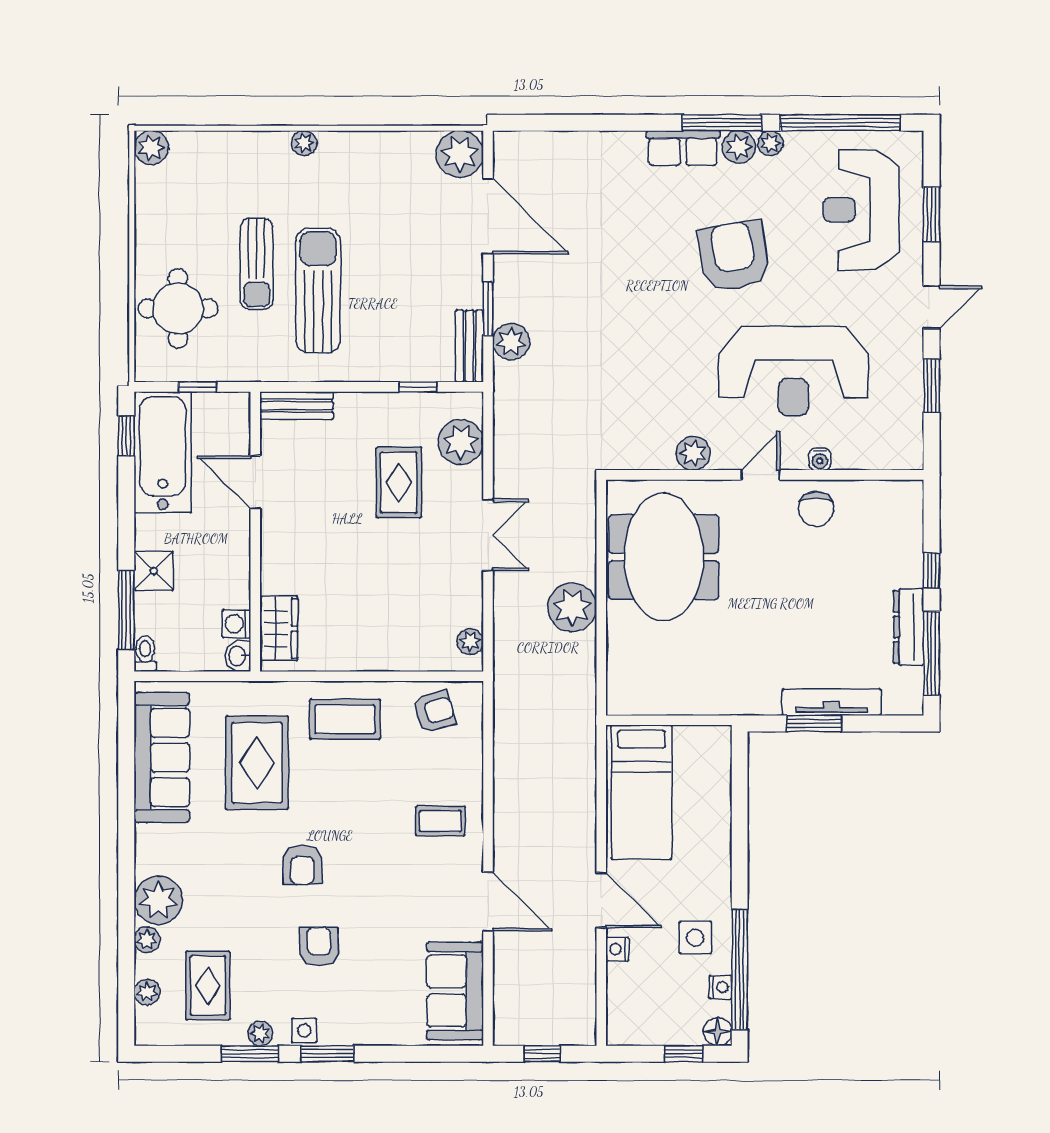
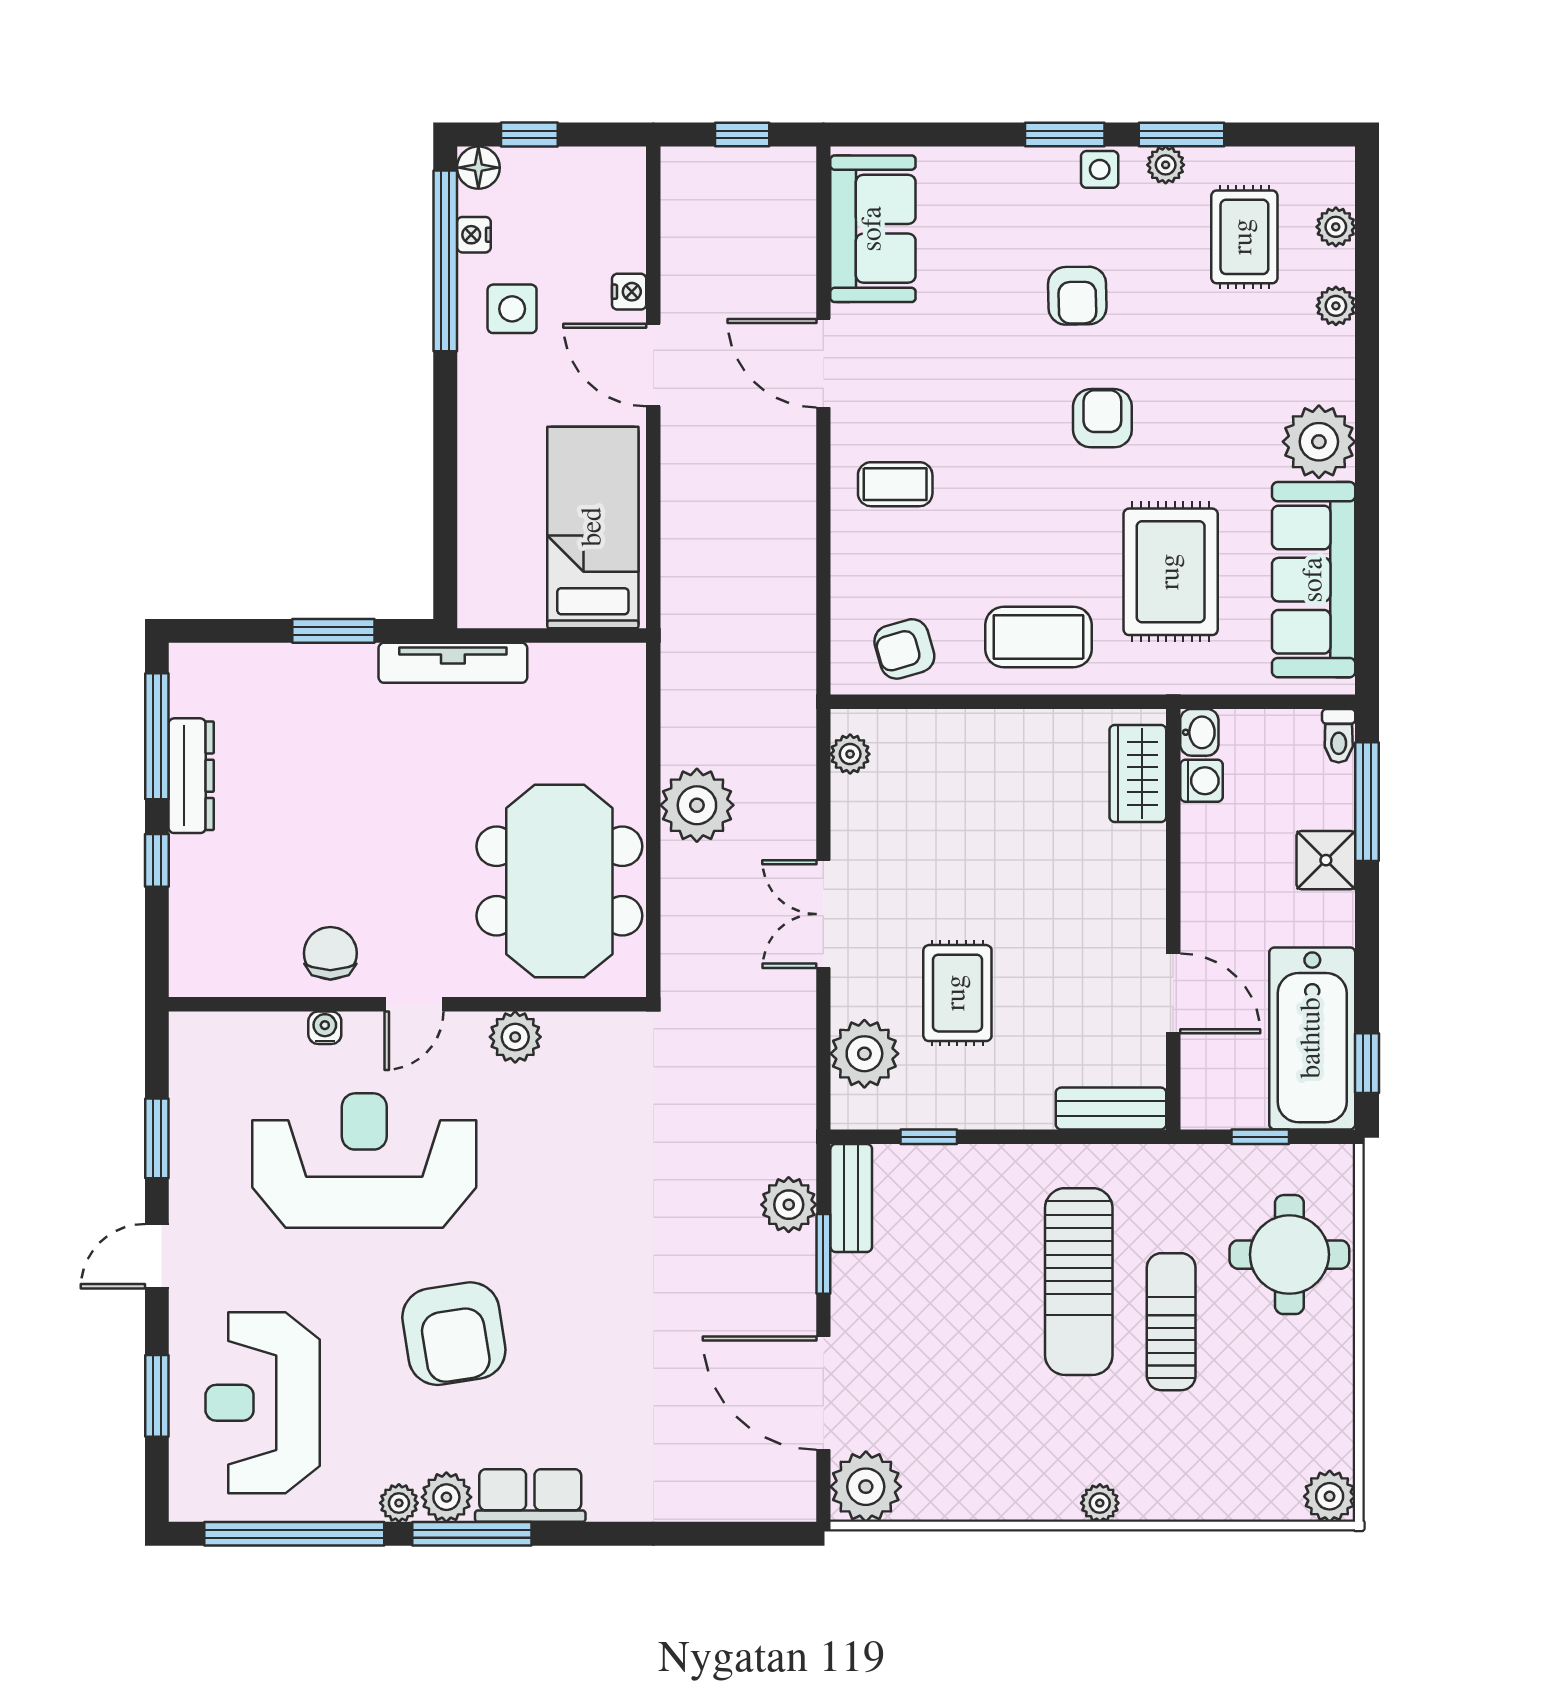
reception desk: (861, 210) -> (263, 1403), turned 180
tv unit: (832, 702) -> (453, 663), moved
plant: (158, 900) -> (1319, 442), moved

